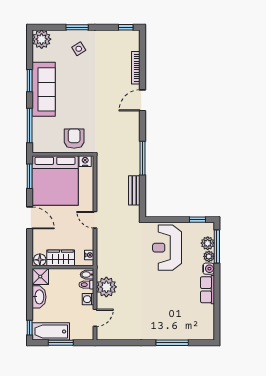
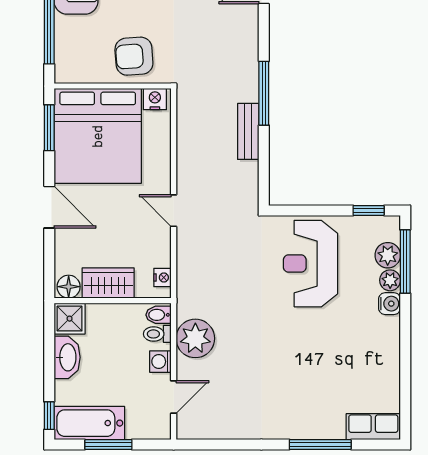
armchair: (74, 139) -> (134, 56), turned -94
bench: (134, 190) -> (248, 131), moved
row of seats: (207, 290) -> (373, 427), moved, turned 90

